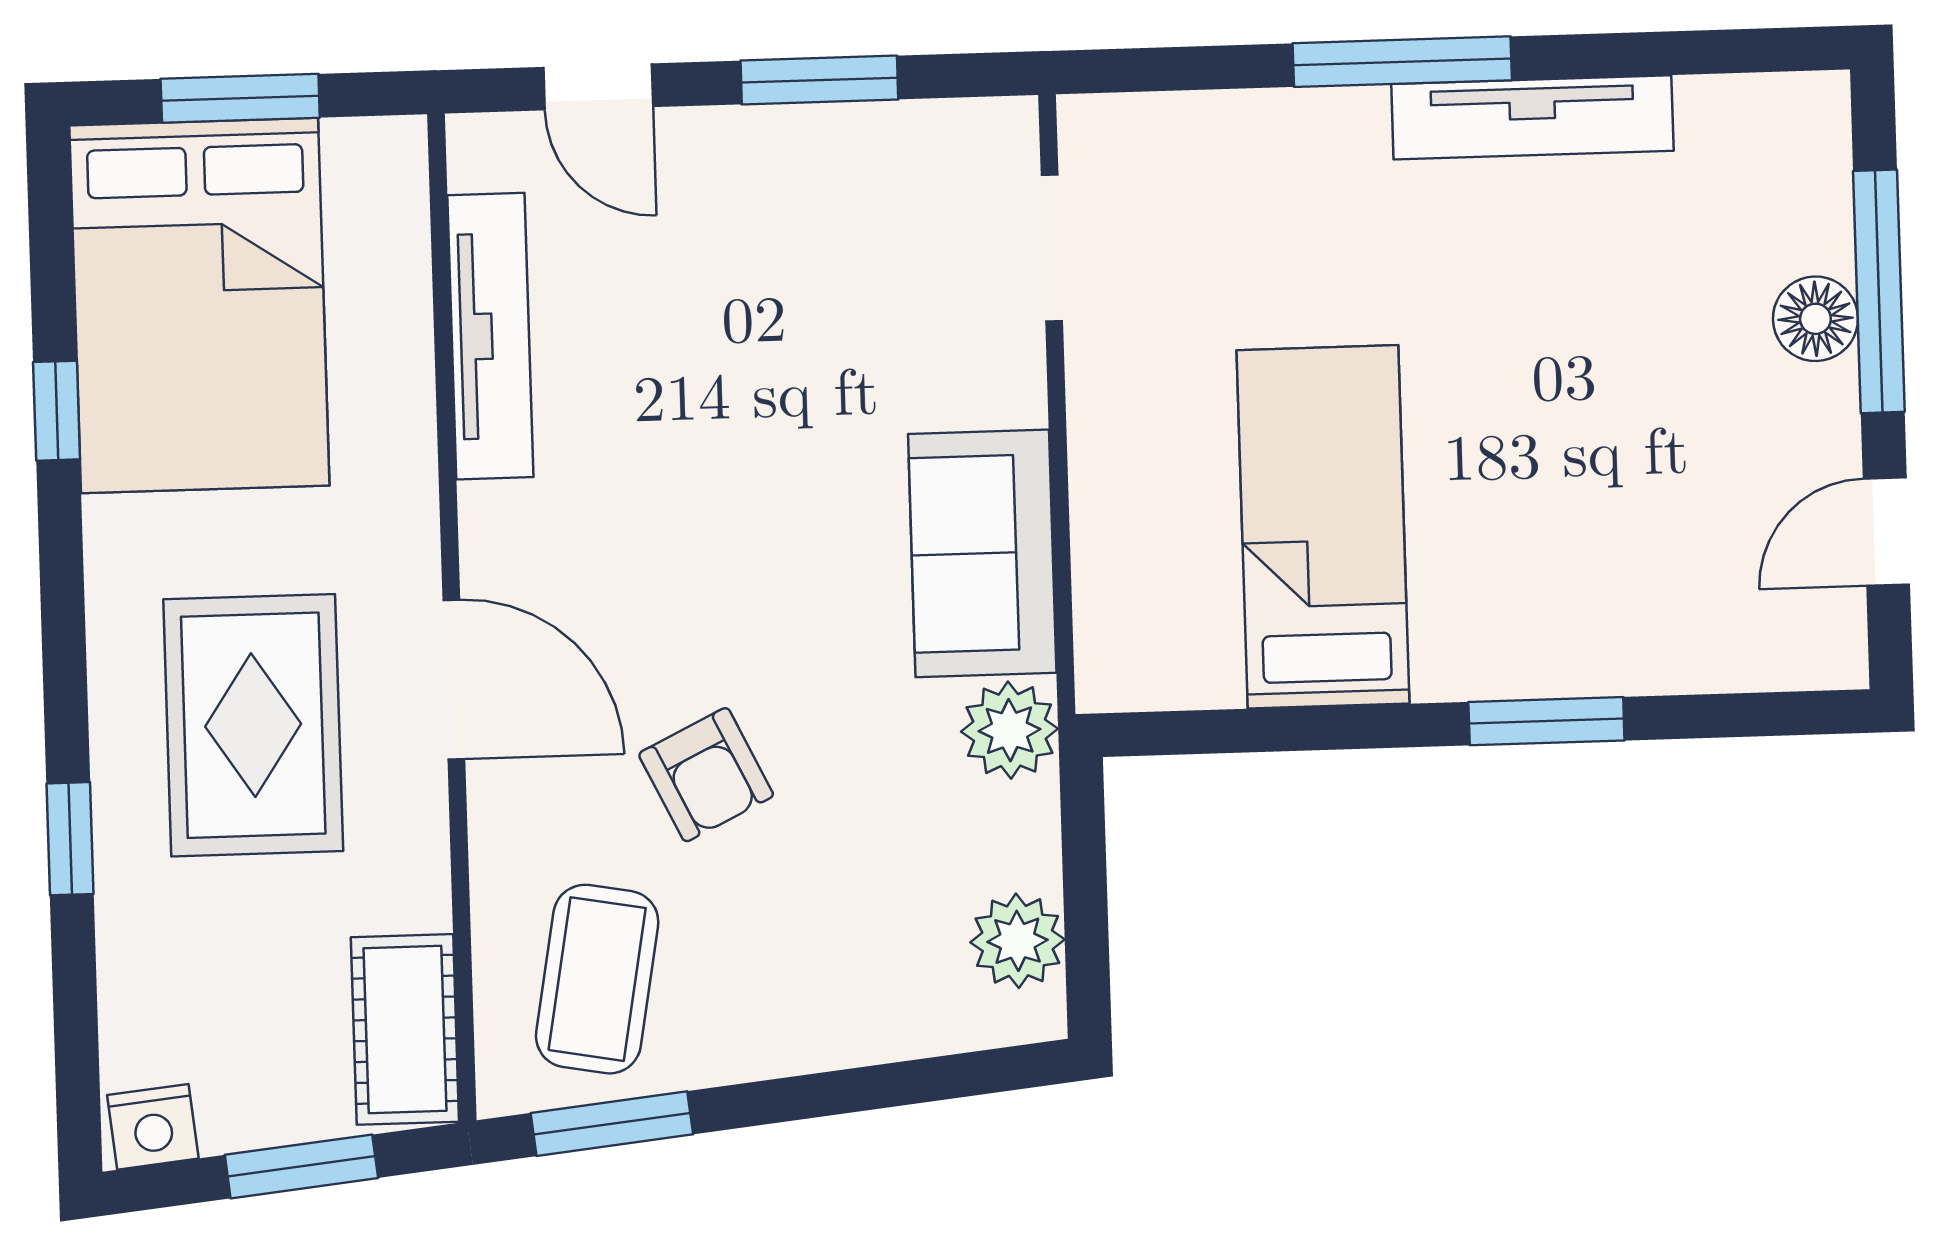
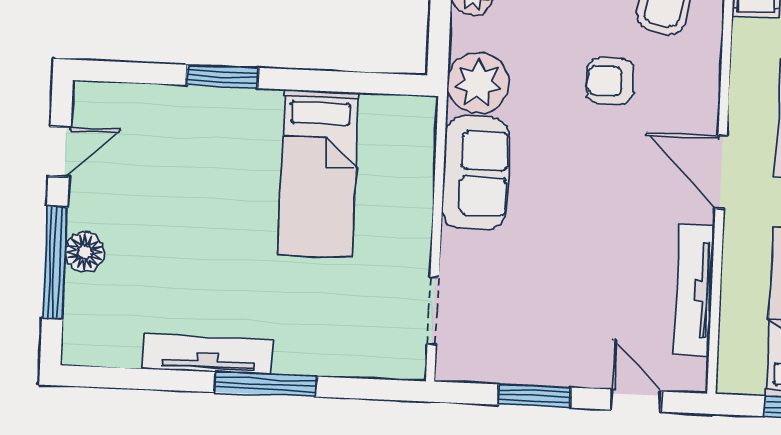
door: (454, 679) -> (721, 172), moved
plant: (1010, 730) -> (478, 83), width x1.36, depth x1.36
armchair: (706, 775) -> (610, 81), turned -64

